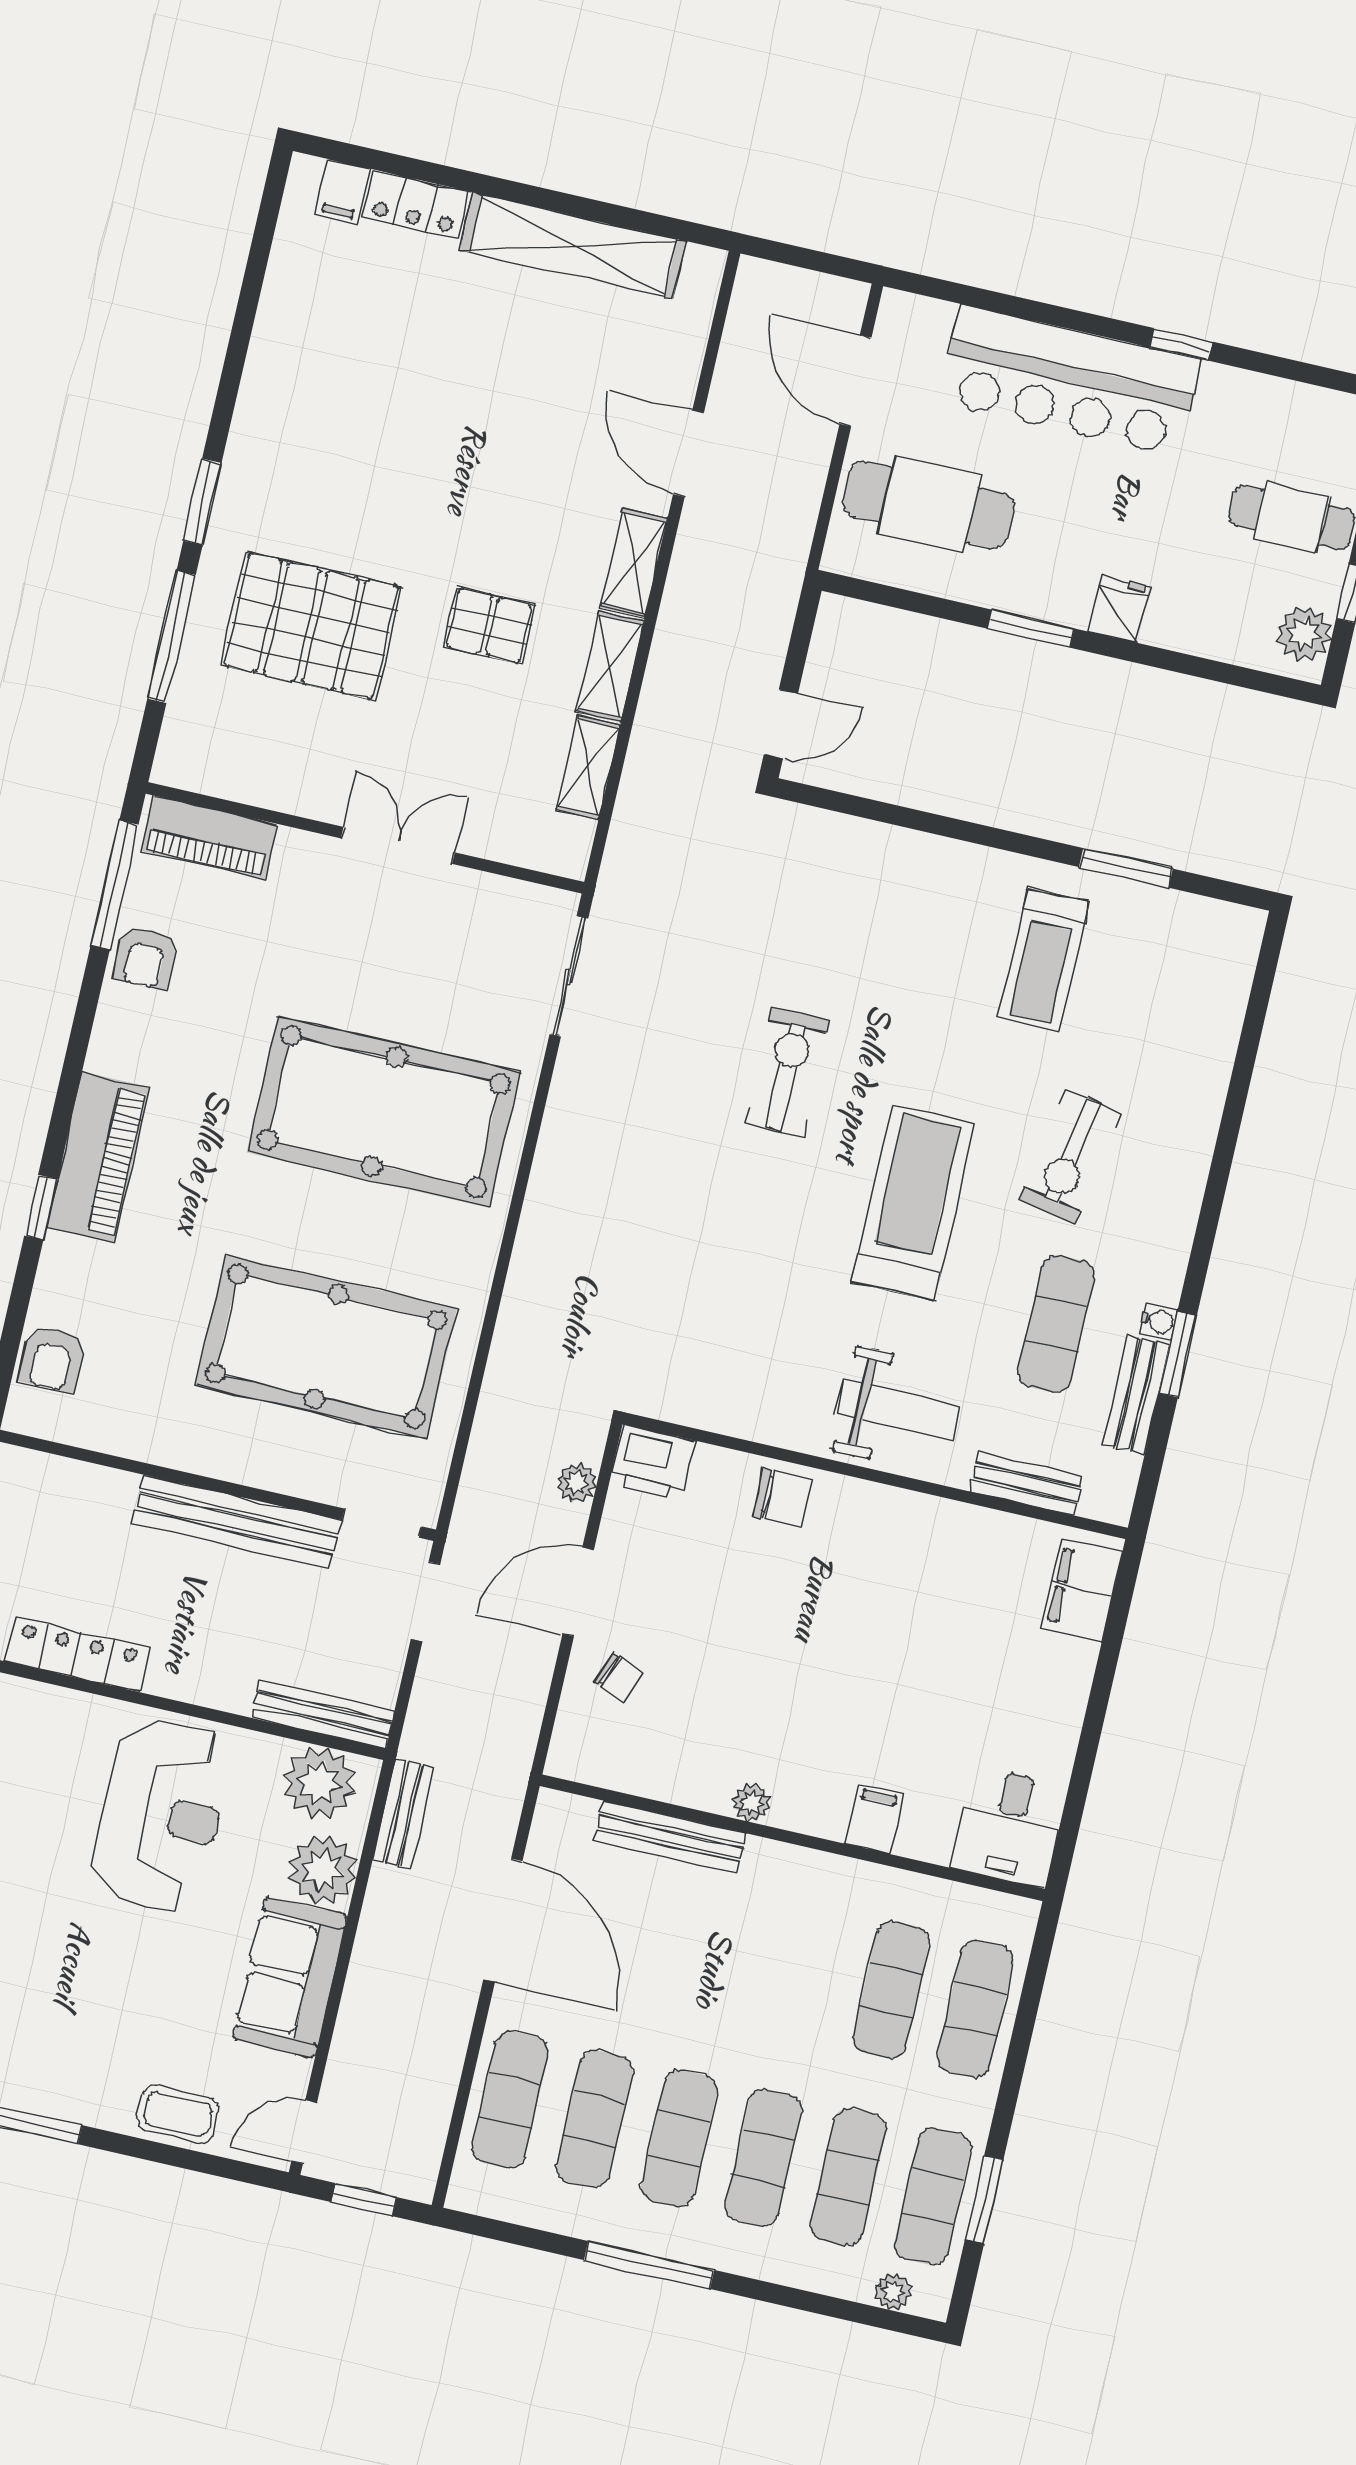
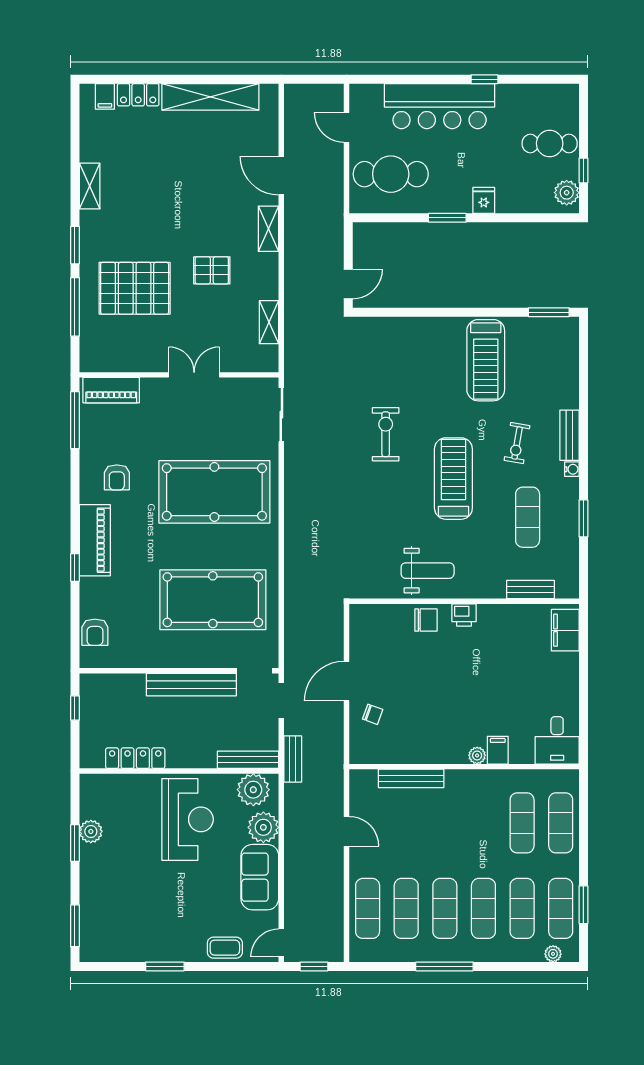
door: (856, 381) -> (347, 127), width x0.73
shelving: (610, 667) -> (90, 186), moved
window: (1126, 868) -> (549, 312), moved
armchair: (145, 958) -> (117, 477), moved
treadmill: (1043, 959) -> (486, 360), width x1.37, depth x1.38
exercise bike: (1070, 1156) -> (517, 443), width x0.73, depth x0.72
water cooler: (1159, 1321) -> (572, 469), moved
bench: (1136, 1395) -> (569, 435), moved
weight bench: (898, 1410) -> (428, 571), moved
printer: (652, 1462) -> (464, 615), moved, width x0.73, depth x0.81
plant: (577, 1483) -> (335, 634), removed
plant: (752, 1803) -> (477, 755), moved
bench: (403, 1814) -> (293, 759), moved
door: (503, 1920) -> (347, 831), width x0.53

